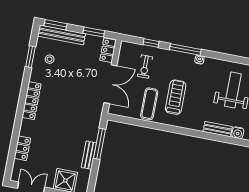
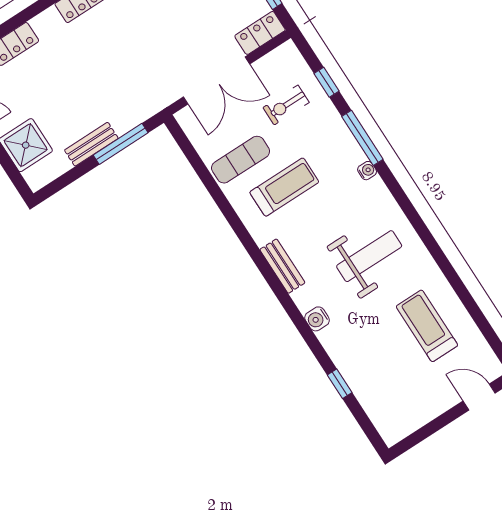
bench: (218, 129) -> (282, 266), moved

